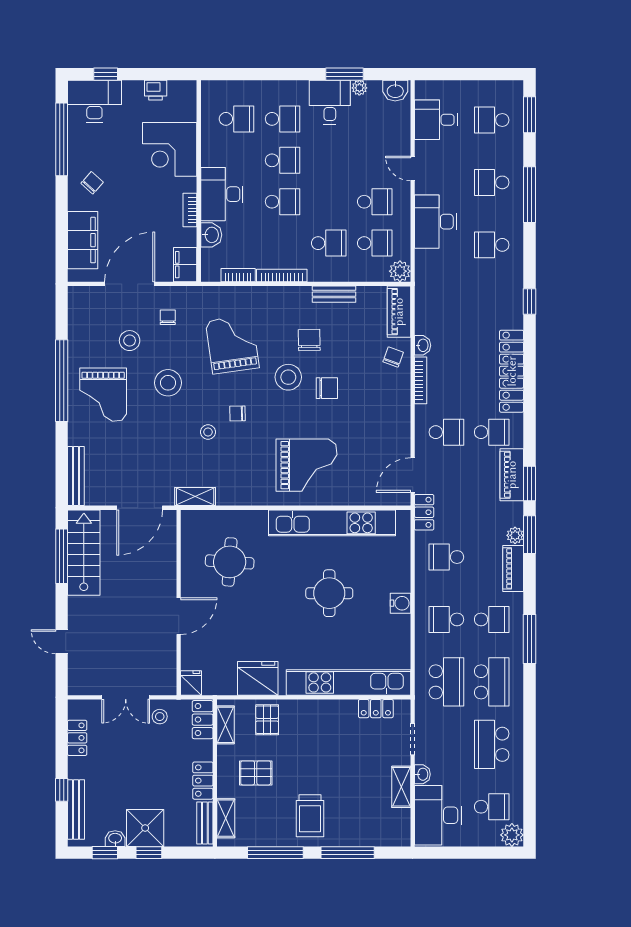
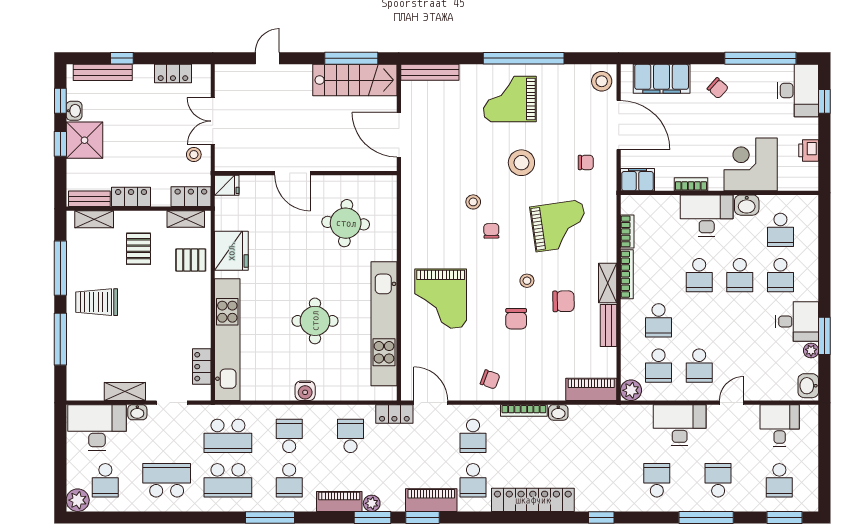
school desk: (492, 120) -> (779, 480), turned 180
washbasin: (211, 235) -> (747, 205), moved
stool: (130, 341) -> (602, 81), moved
chair: (393, 357) -> (490, 379), moved
stool: (288, 377) -> (527, 281), width x0.53, depth x0.53
shelving: (195, 497) -> (608, 283), moved

